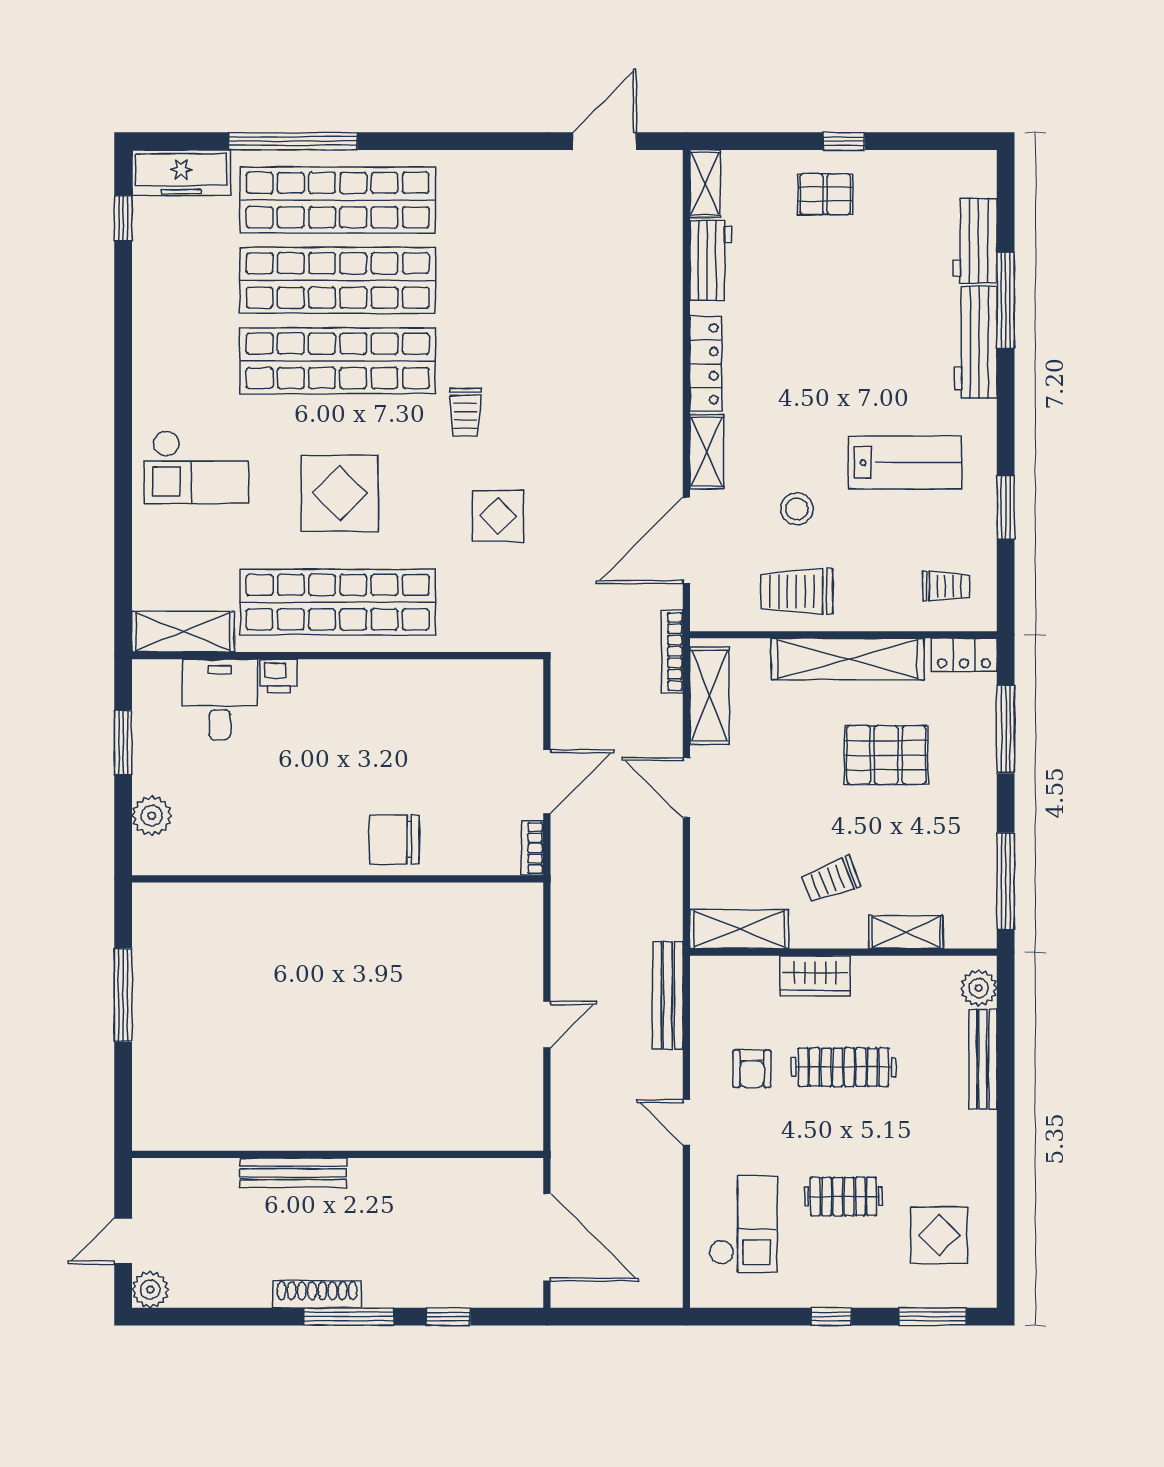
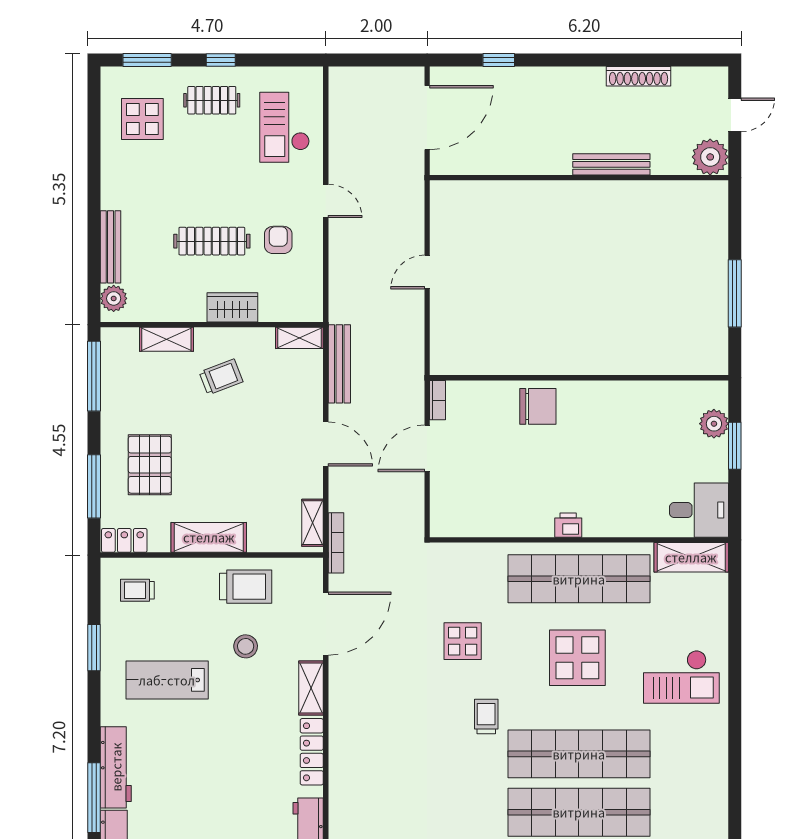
checkout: (197, 467) -> (681, 677), turned 180
shelving: (848, 659) -> (209, 537), width x0.68
printer: (279, 676) -> (568, 525), moved
shelving: (710, 696) -> (313, 523), width x0.67, depth x0.75
desk: (220, 700) -> (699, 510), moved, turned -90
window: (123, 743) -> (735, 446), moved
pallet: (886, 755) -> (150, 465), moved, turned 90
shelving: (739, 929) -> (299, 338), width x0.67, depth x0.75
bench: (668, 995) -> (339, 364), moved
clothes rail: (843, 1196) -> (212, 100), moved
door: (547, 1237) -> (427, 118), swing flipped
plant: (150, 1290) -> (710, 157), moved, width x1.36, depth x1.36
shoe rack: (317, 1294) -> (639, 76), moved
window: (349, 1317) -> (571, 60), removed

